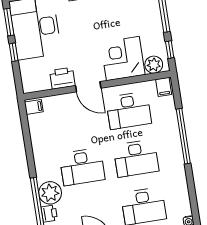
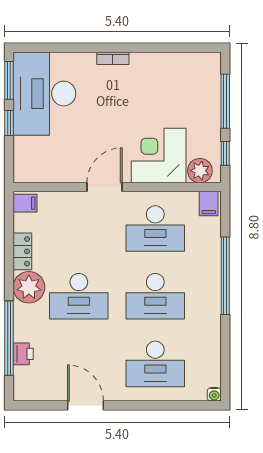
printer: (62, 78) -> (71, 170), removed
door: (88, 87) -> (105, 187), swing flipped
locker: (37, 141) -> (22, 251), added
plant: (50, 193) -> (29, 287), moved

